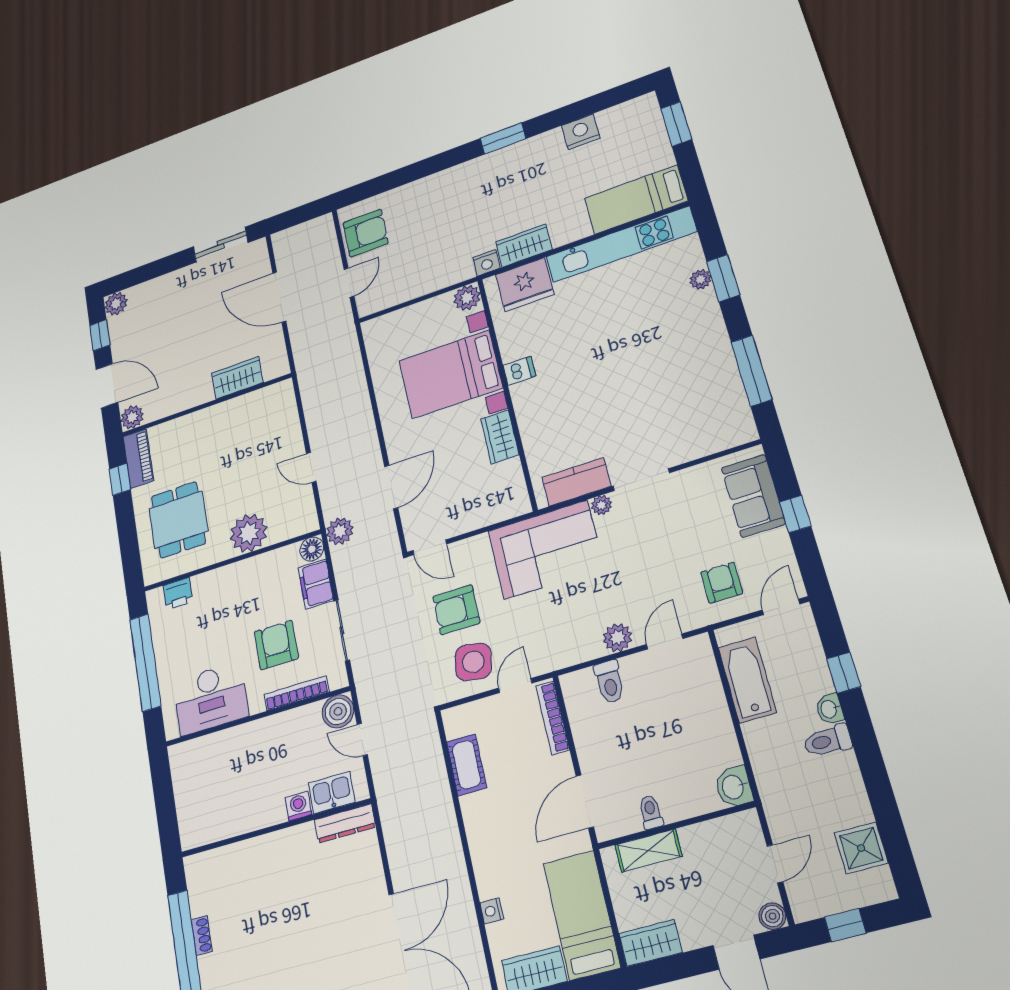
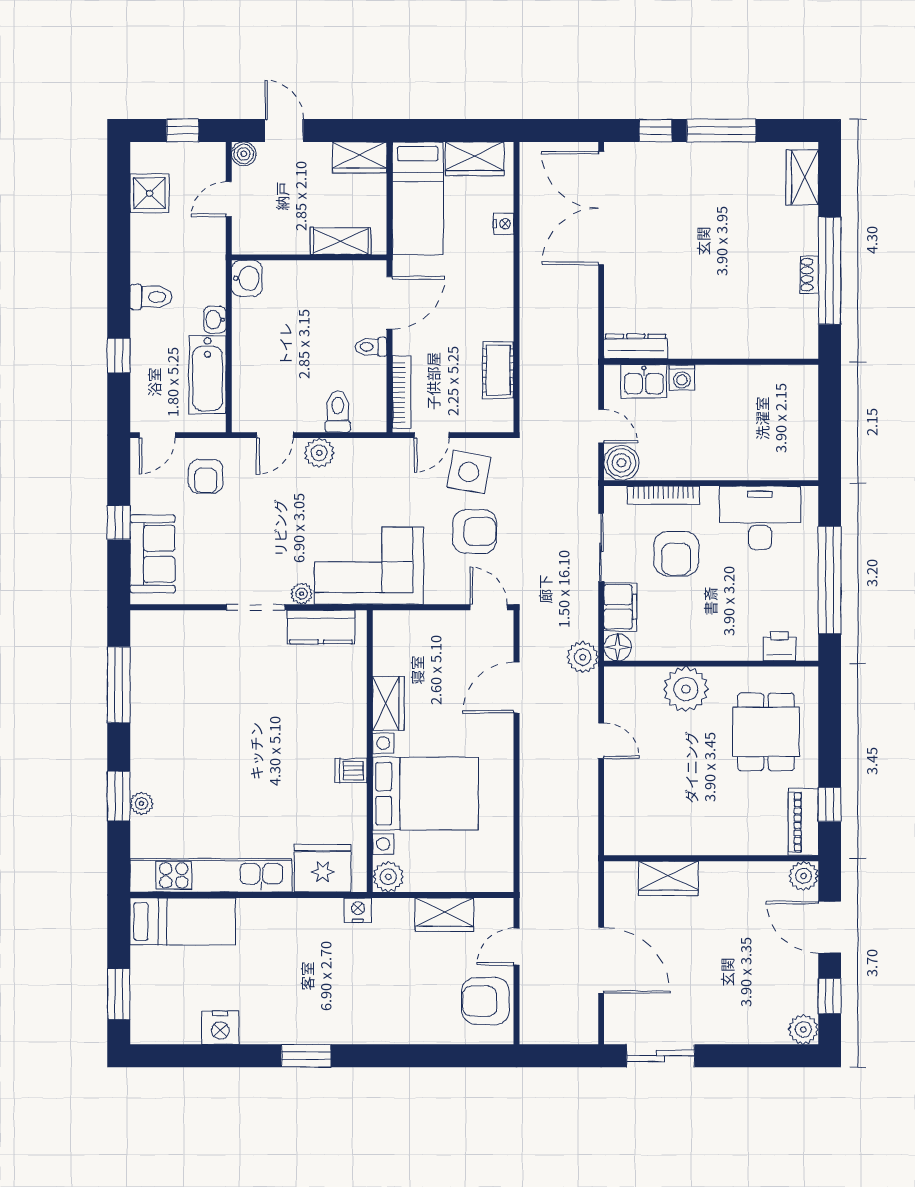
wardrobe: (524, 246) -> (444, 915), moved
washbasin: (829, 709) -> (215, 320), moved, turned 180
toilet: (651, 812) -> (371, 347), moved, turned 90

